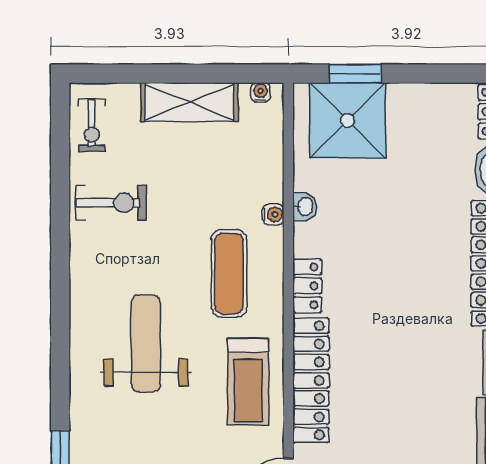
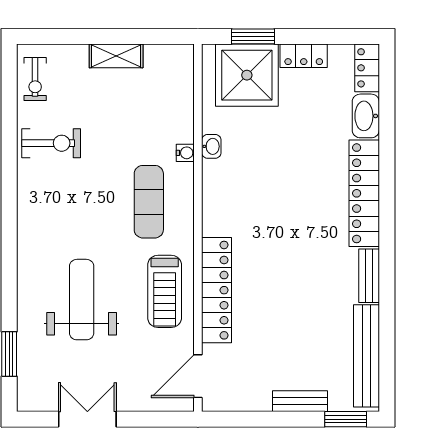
water cooler: (261, 92) -> (175, 52), removed
shelving: (190, 102) -> (116, 56), width x0.67, depth x0.75
locker: (307, 286) -> (304, 56), moved, turned 90
weight bench: (146, 343) -> (82, 300), moved

